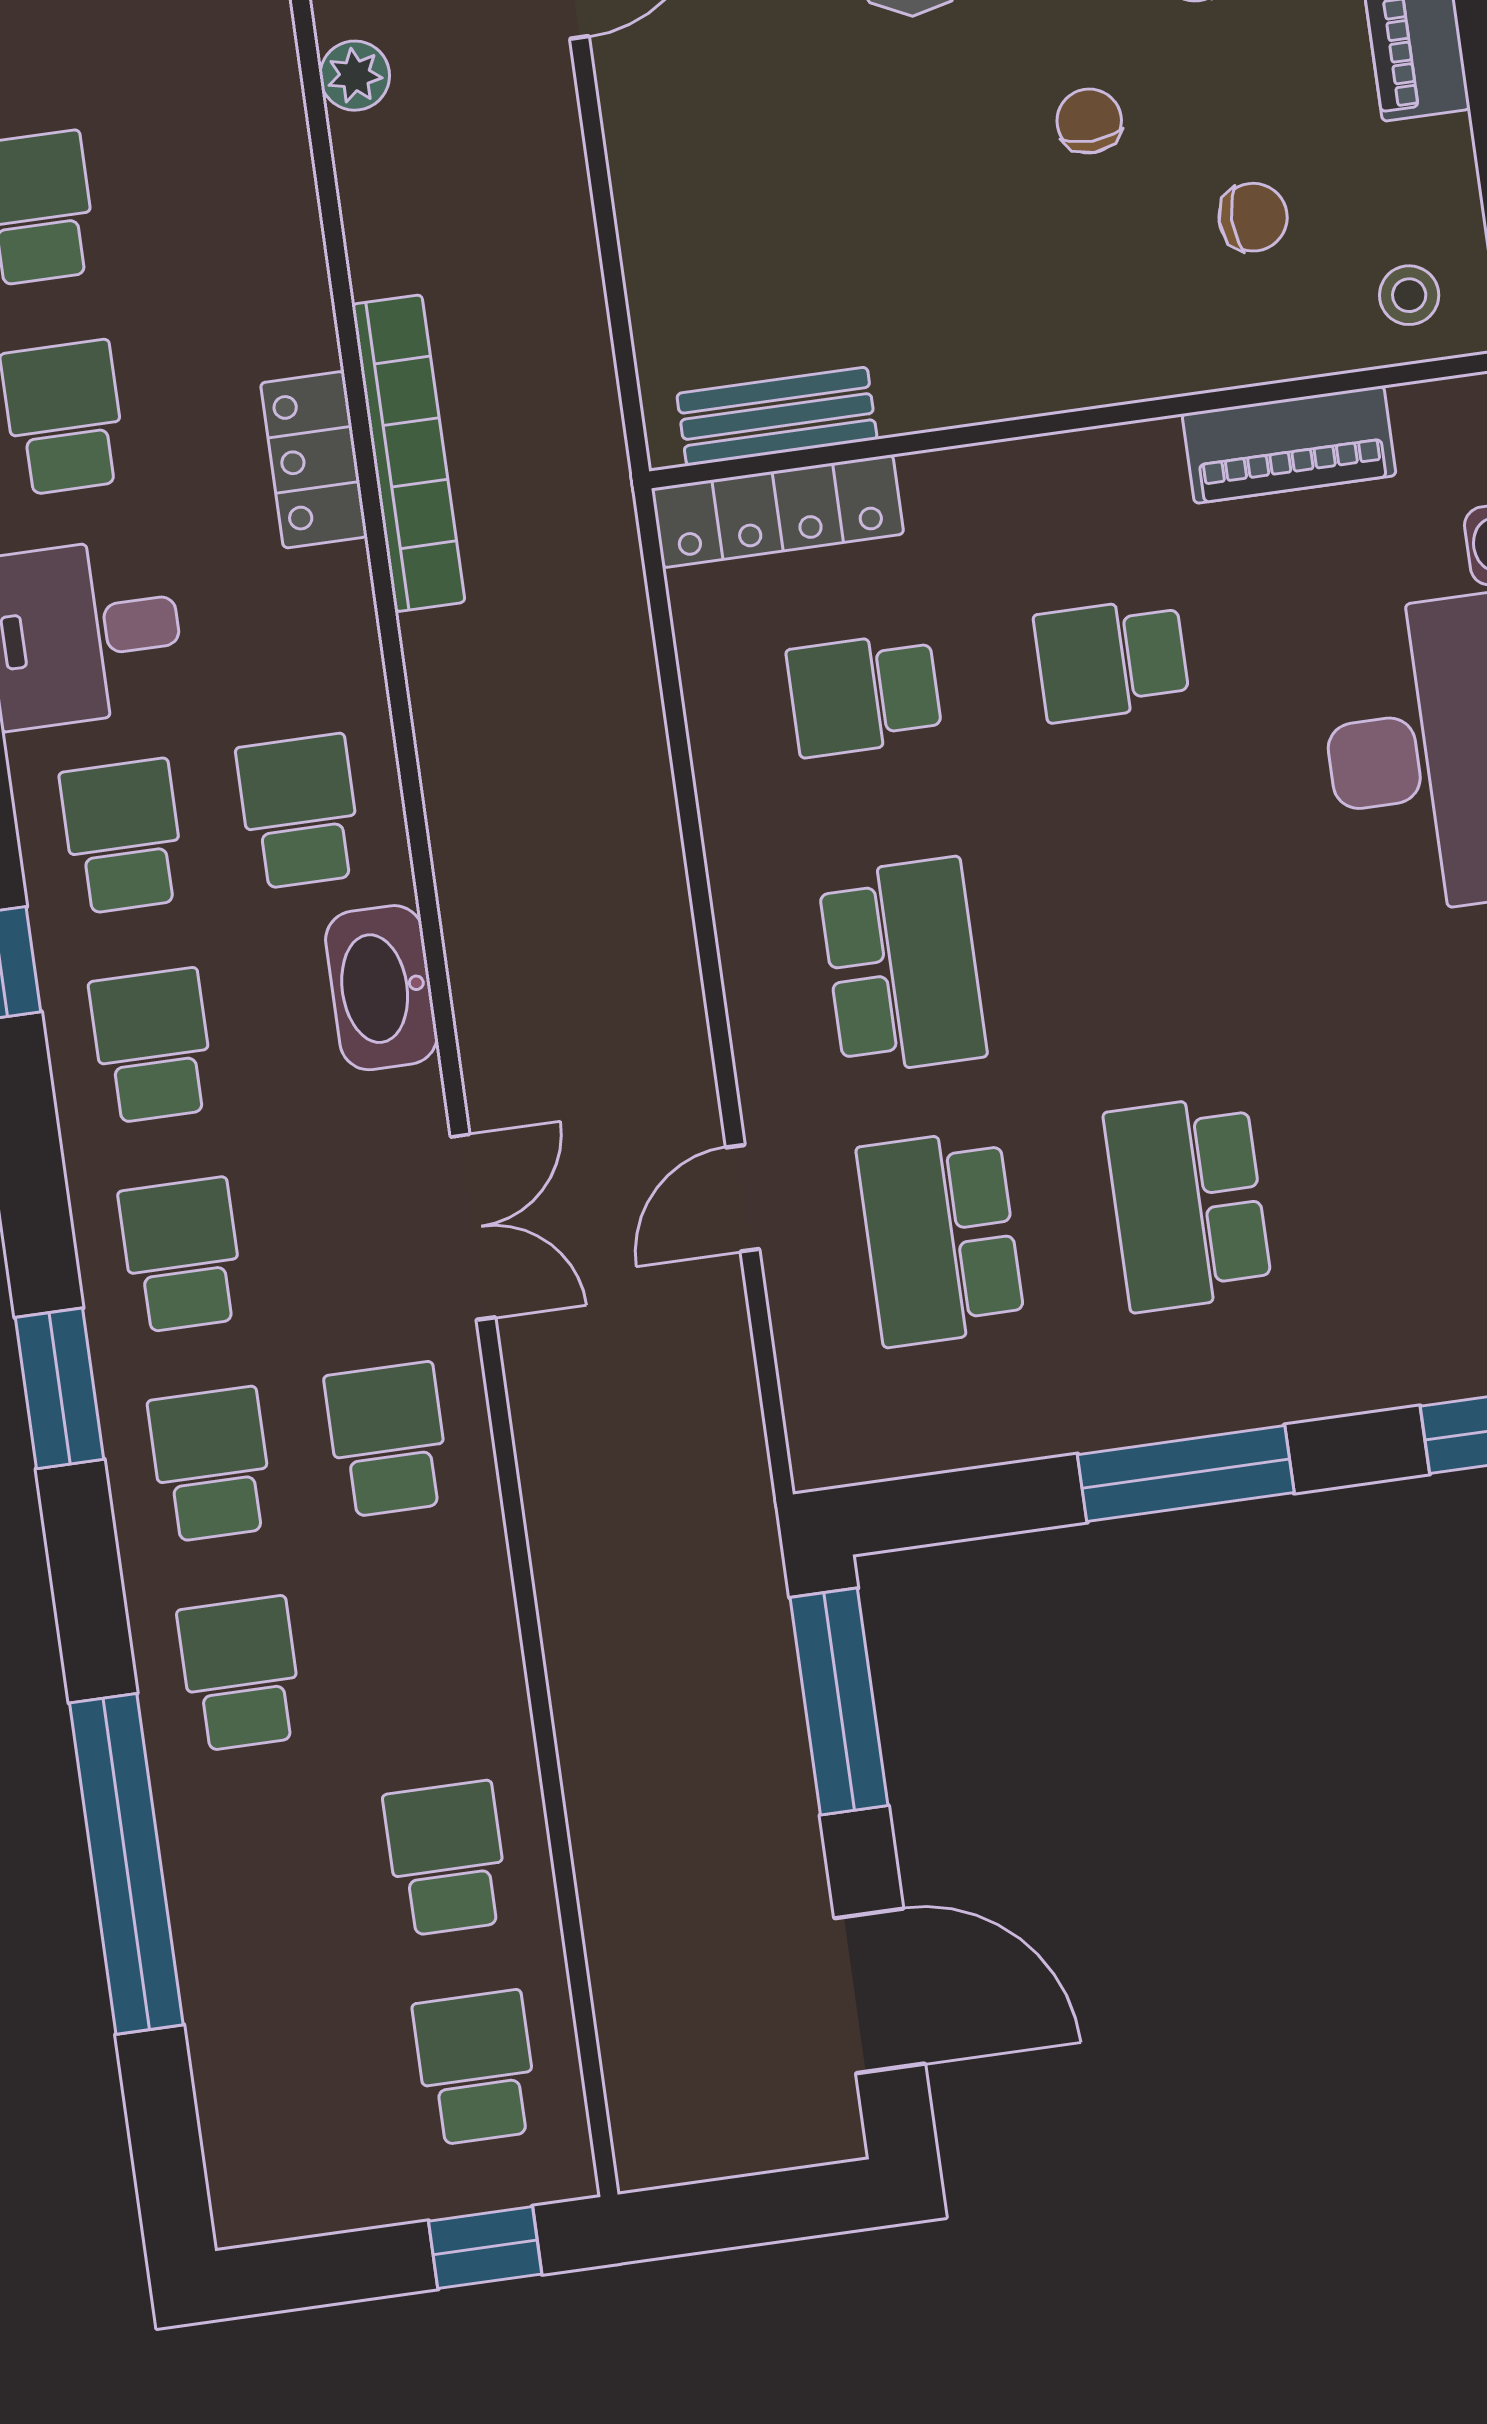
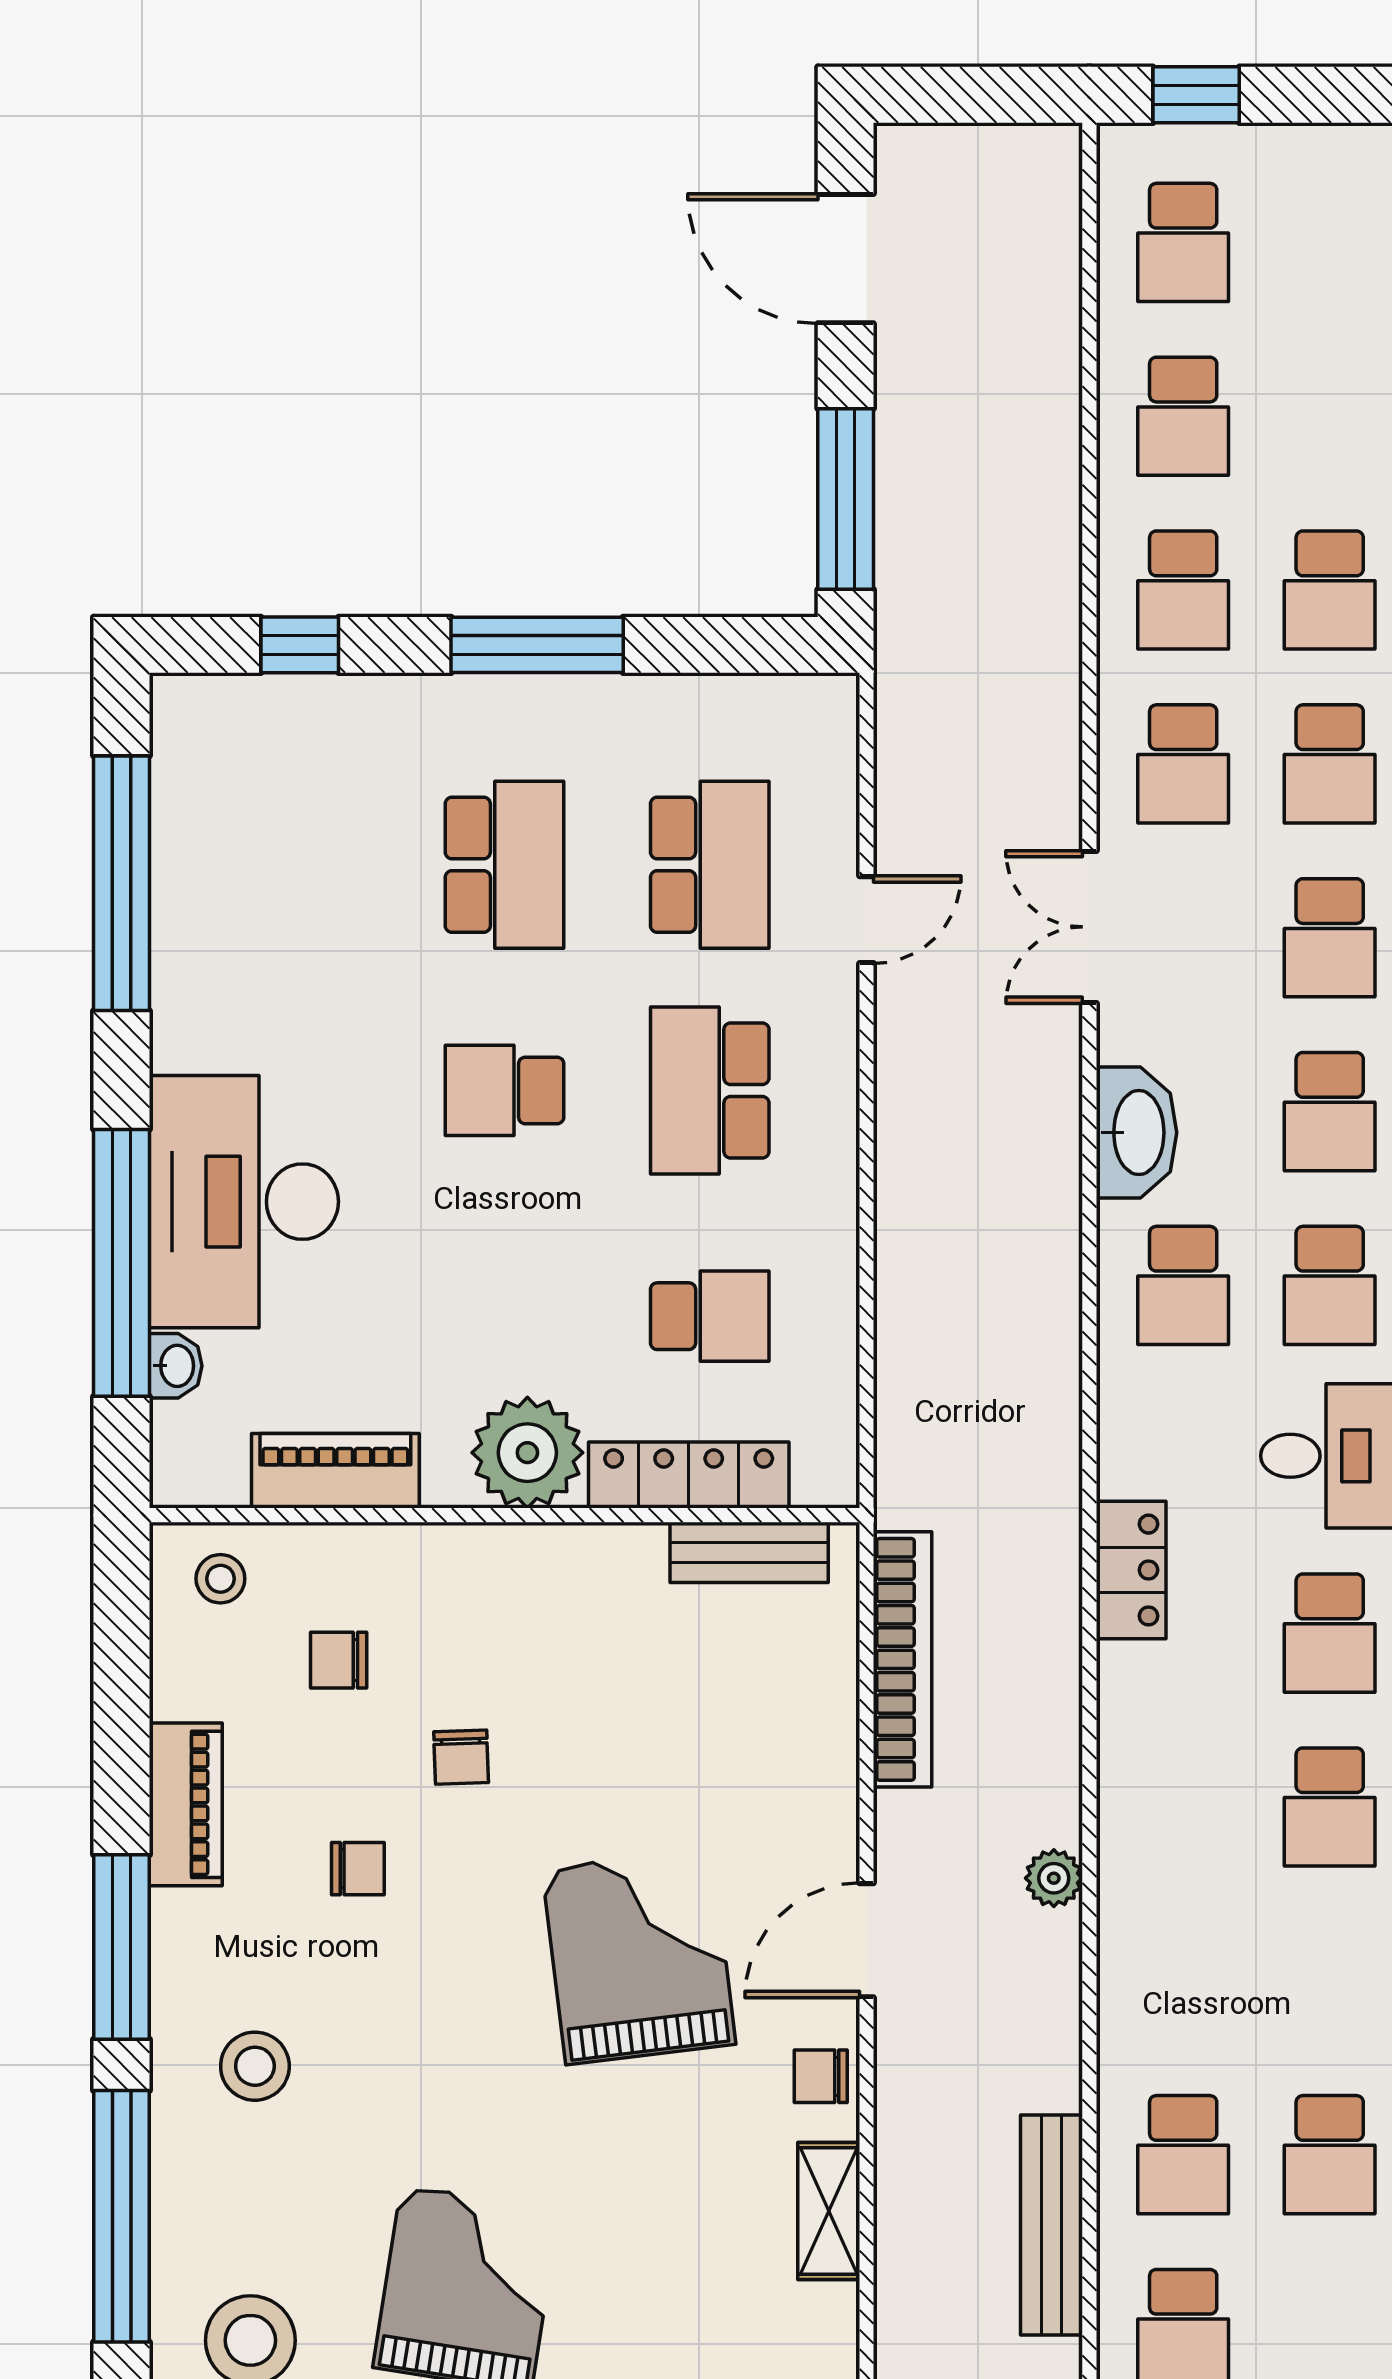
bookcase: (408, 453) -> (902, 1659), moved, turned 180
plant: (1061, 499) -> (527, 1453), added
locker: (778, 511) -> (689, 1475), moved
school desk: (1112, 659) -> (504, 1090), moved, turned 180
school desk: (417, 1649) -> (1183, 590), added

